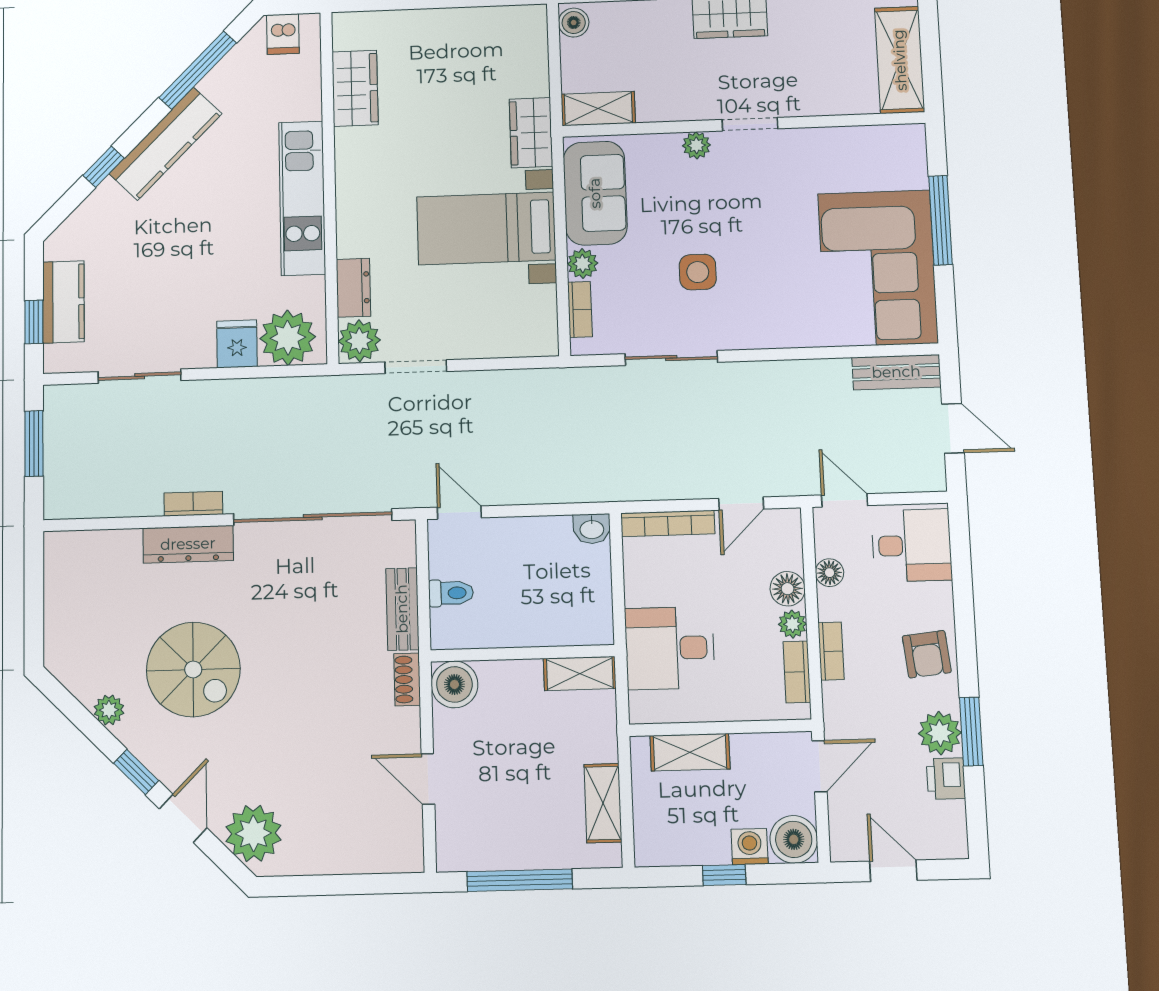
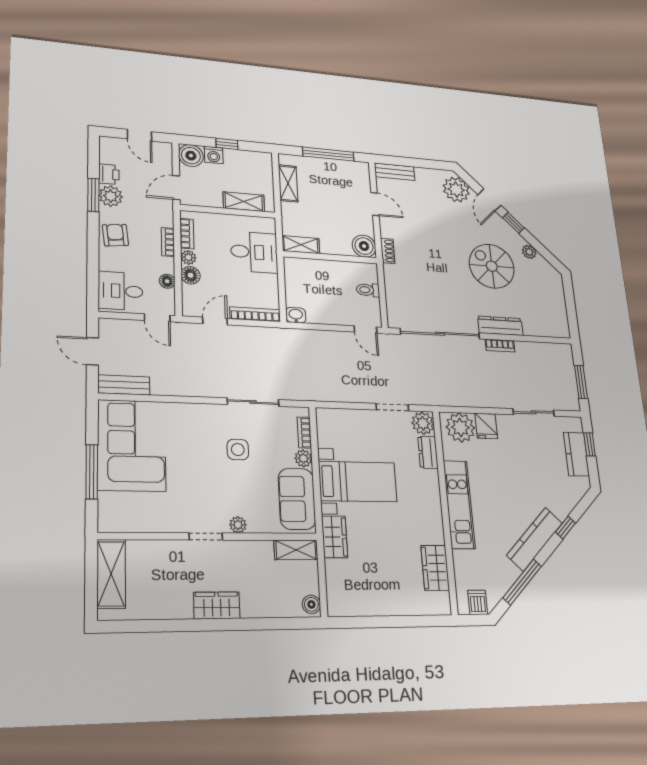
bench: (402, 609) -> (395, 172), moved, turned 90

